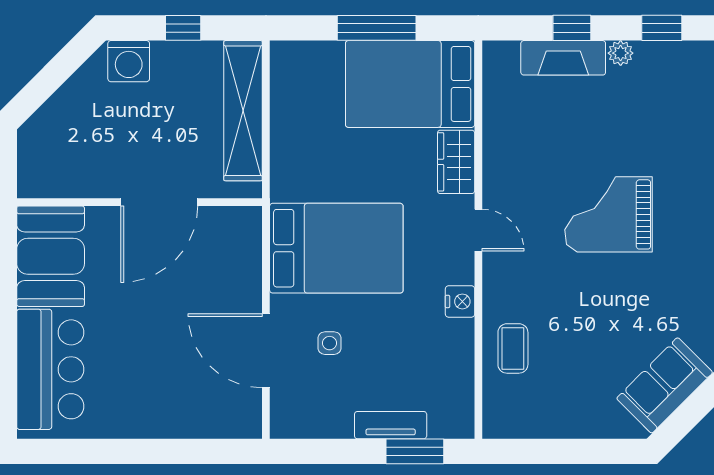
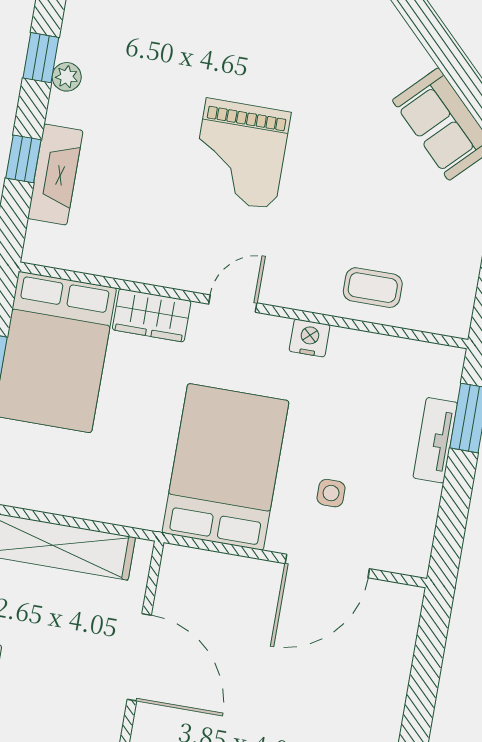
plant: (621, 53) -> (67, 77), moved

